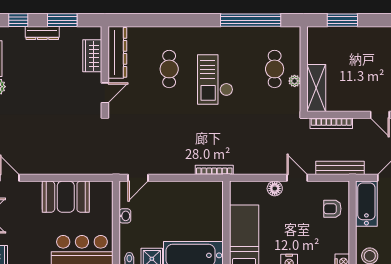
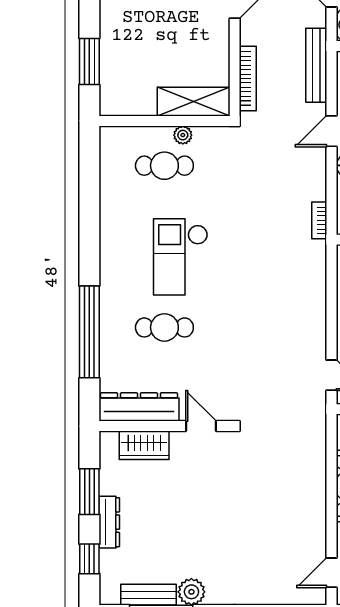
window: (251, 20) -> (89, 332), moved
checkout: (215, 79) -> (180, 257), turned 90
bookcase: (214, 170) -> (319, 220), moved, width x0.64

